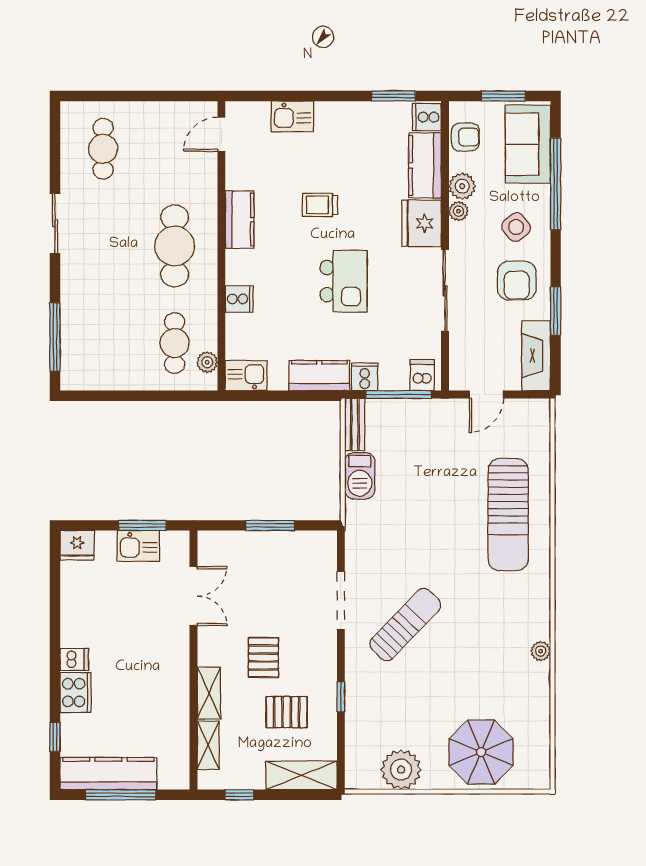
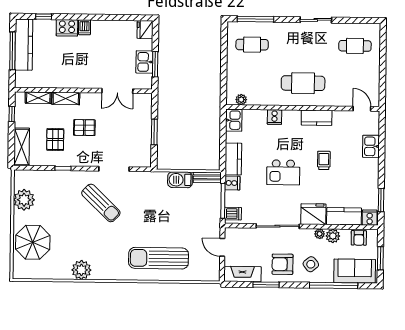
cafe table: (175, 343) -> (252, 45), moved
plant: (541, 651) -> (81, 270), width x1.88, depth x1.88

